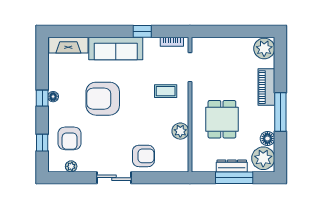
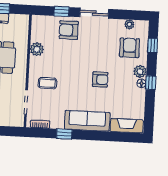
armchair: (103, 99) -> (100, 80), width x0.53, depth x0.53
plant: (56, 111) -> (140, 71), added
window: (153, 178) -> (62, 11), added

